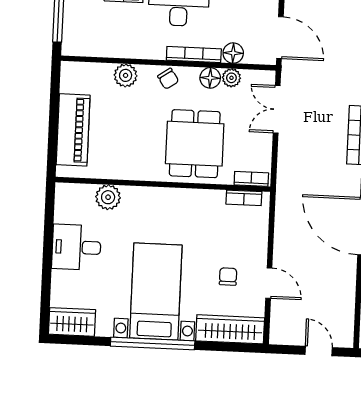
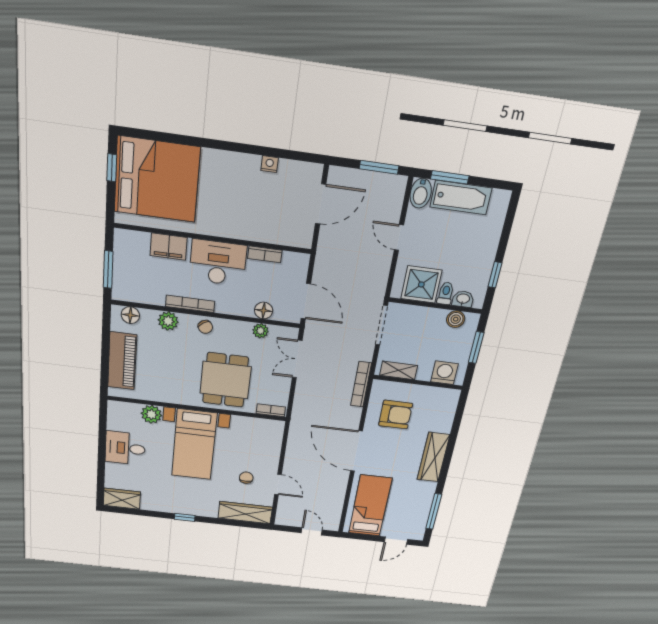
bookcase: (194, 54) -> (190, 304), moved
floor lamp: (210, 78) -> (130, 315), moved
bookcase: (244, 198) -> (263, 424), removed
bed with nightstands: (156, 291) -> (194, 445), moved, turned 180
window: (153, 343) -> (185, 517), width x0.32

